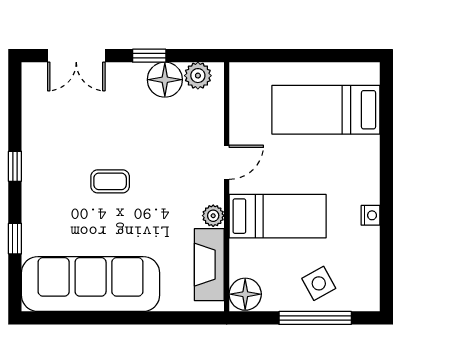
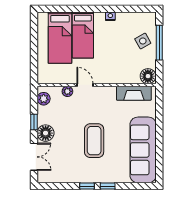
floor lamp: (165, 80) -> (46, 133), moved
coffee table: (110, 181) -> (94, 141), width x1.86, depth x1.72
plant: (213, 216) -> (67, 91), moved
bed: (278, 216) -> (83, 35), moved, turned 180
window: (15, 239) -> (108, 186), moved

